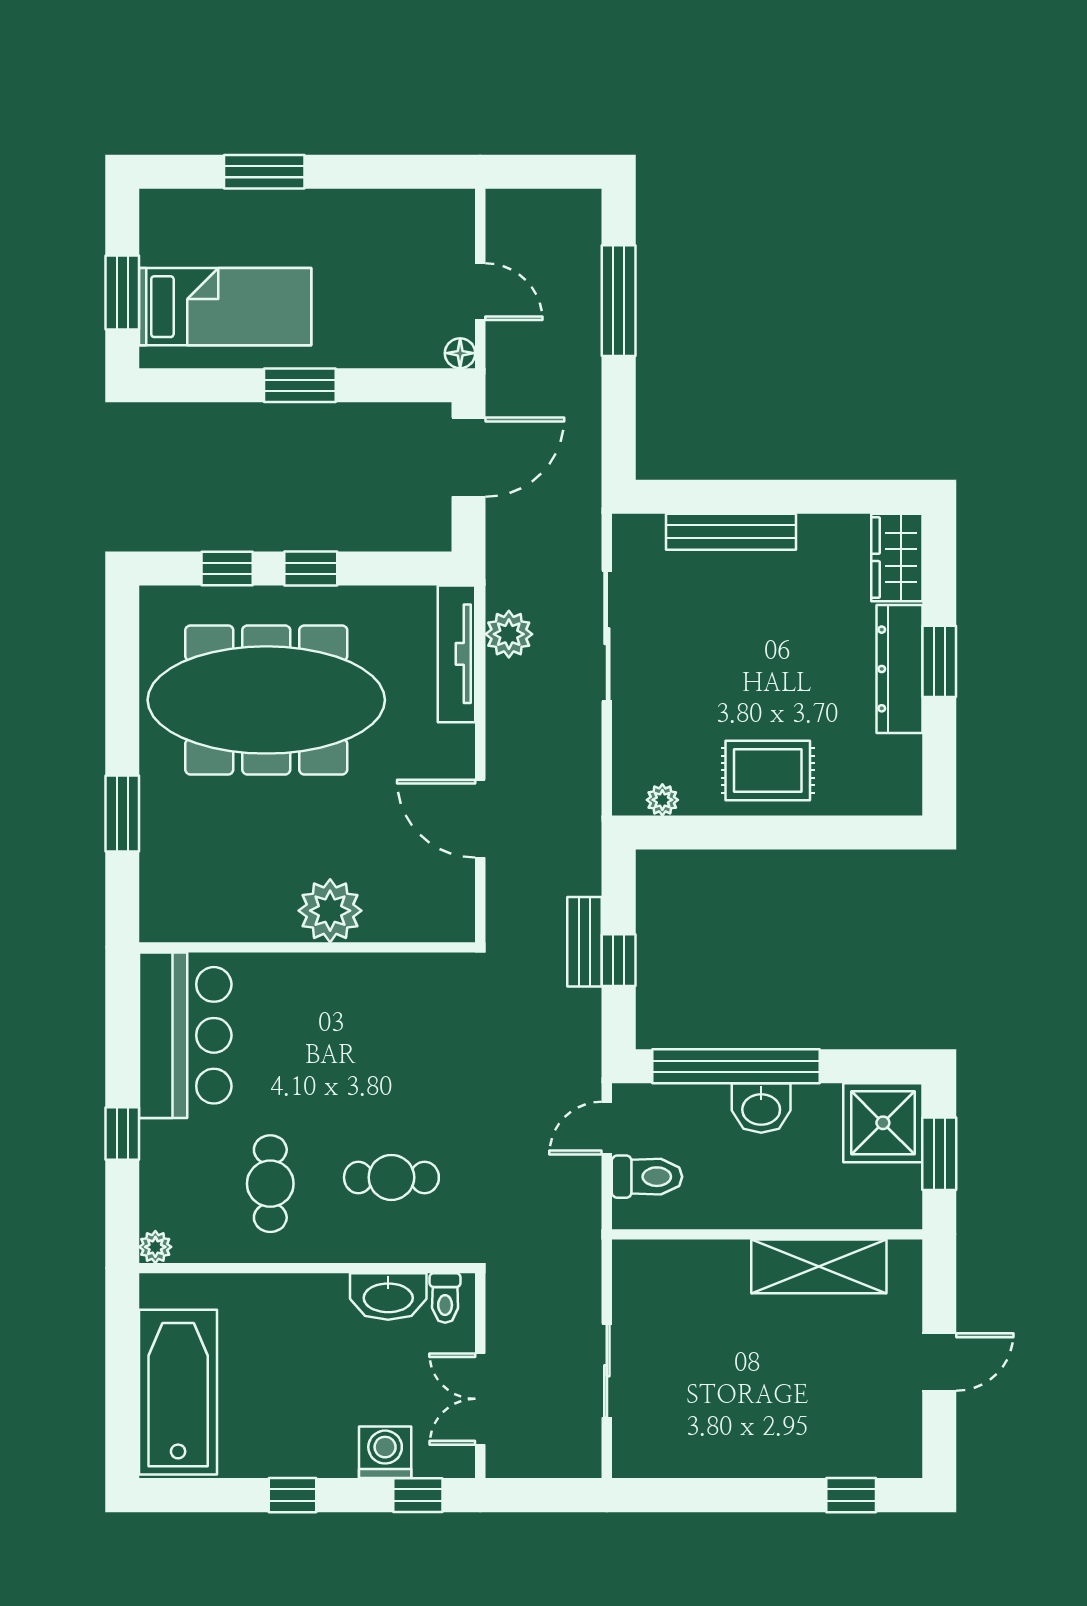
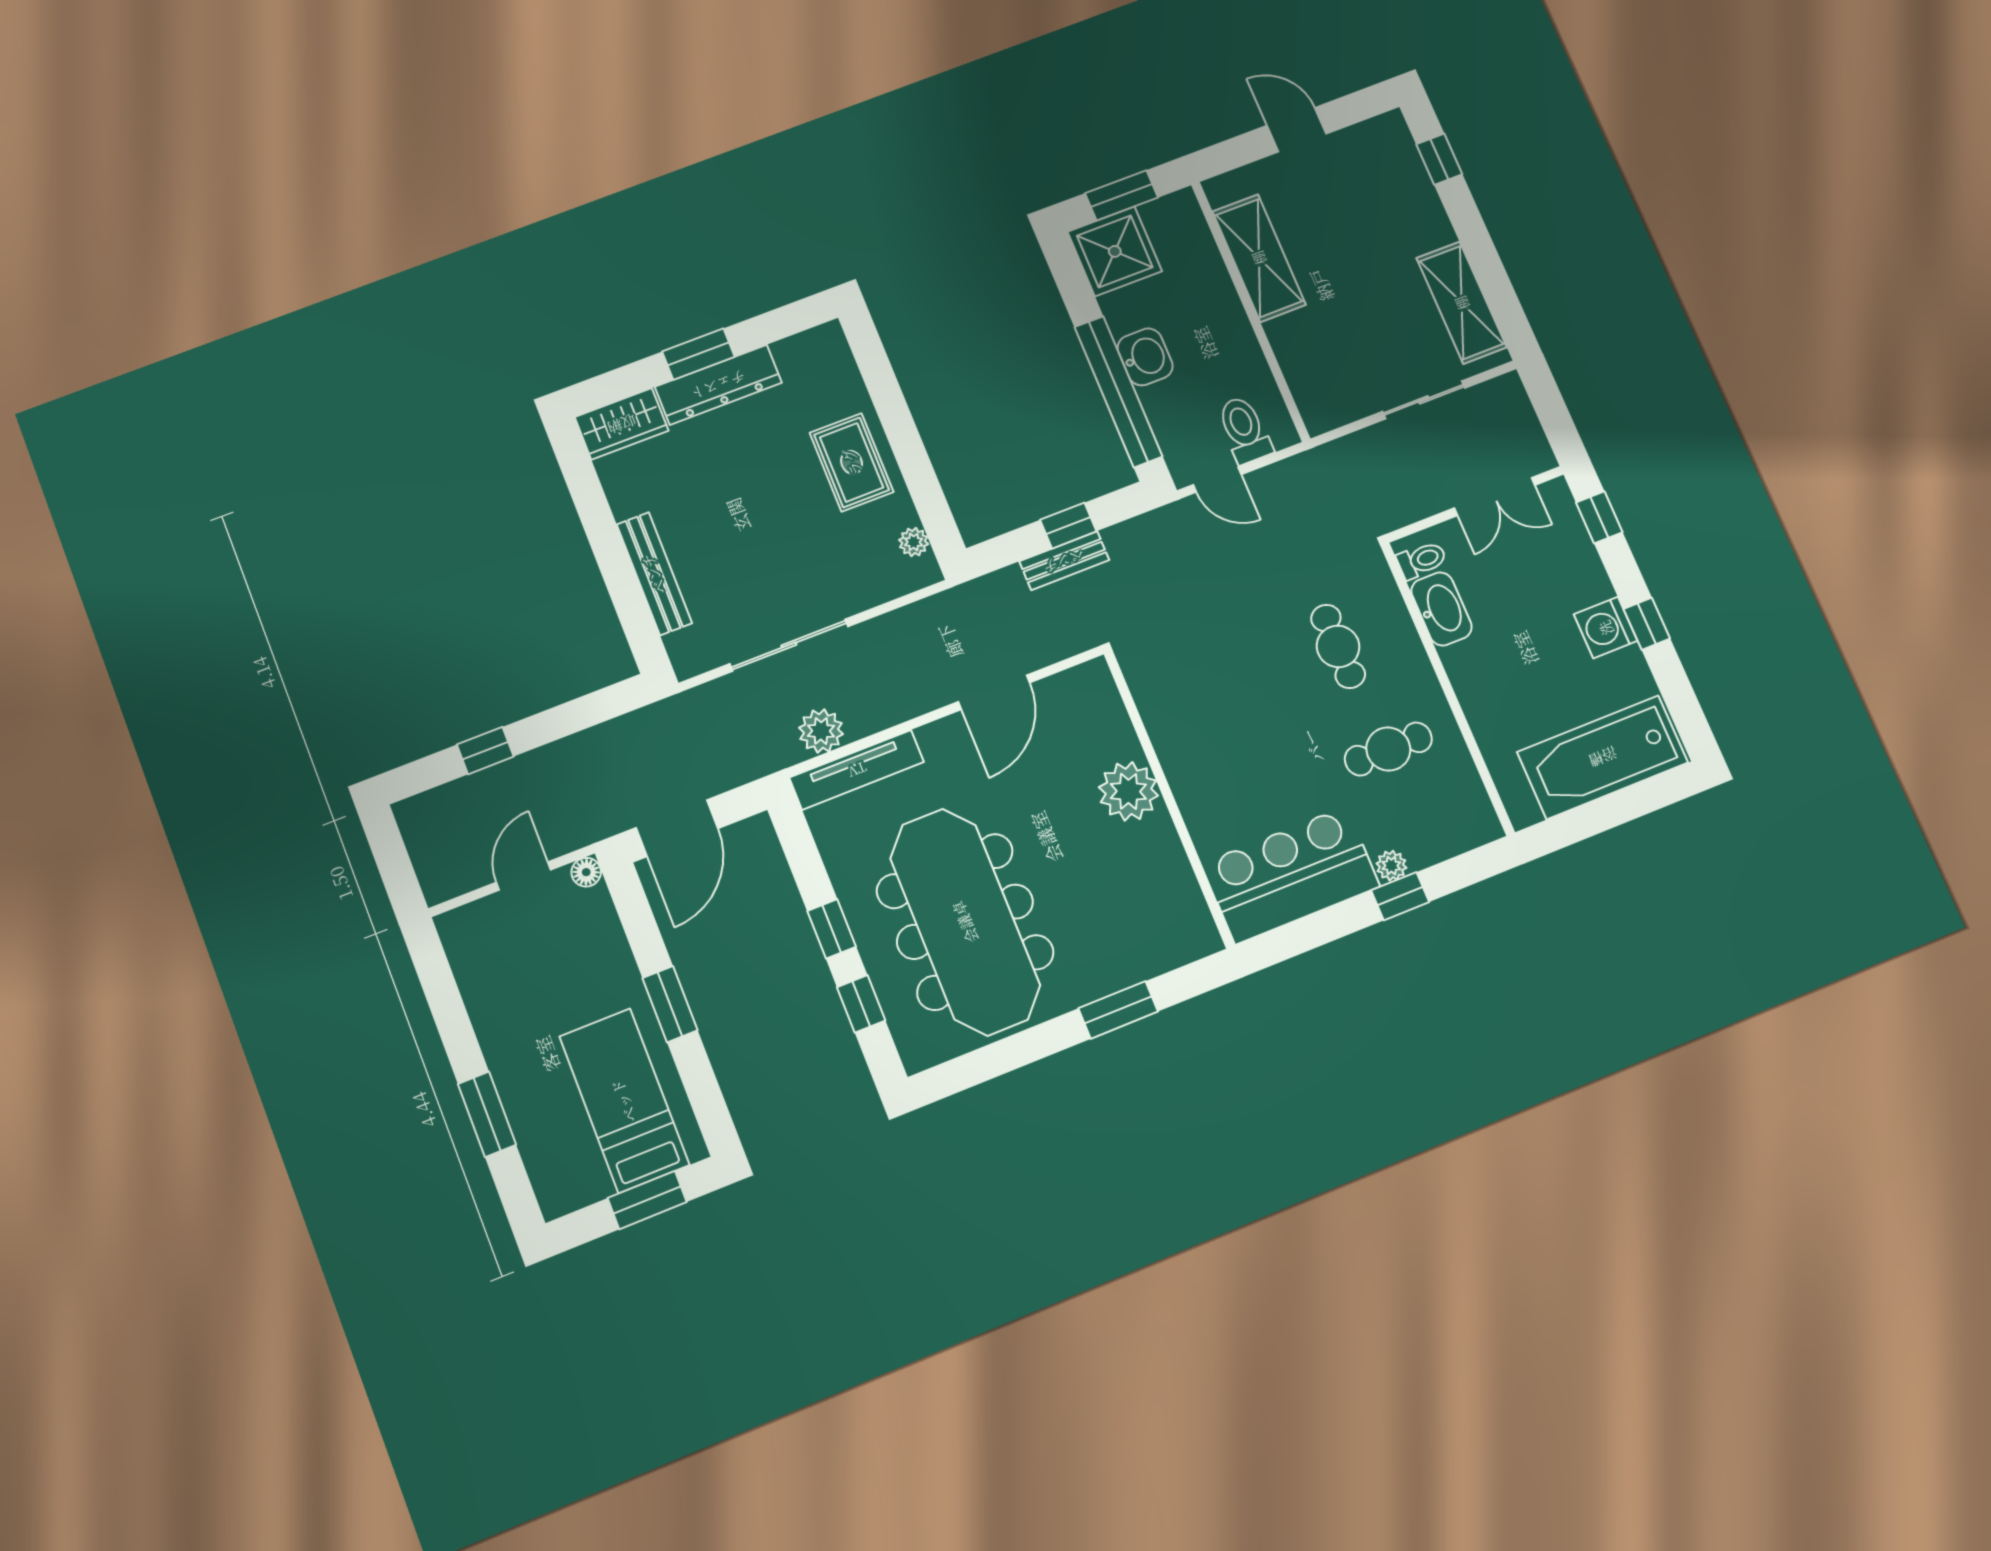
window: (619, 301) -> (485, 751), width x0.46
door: (468, 457) -> (677, 828), swing flipped
plant: (155, 1247) -> (1391, 866), moved
washing machine: (385, 1452) -> (1606, 628), moved
shelving: (692, 1452) -> (1462, 303), added

